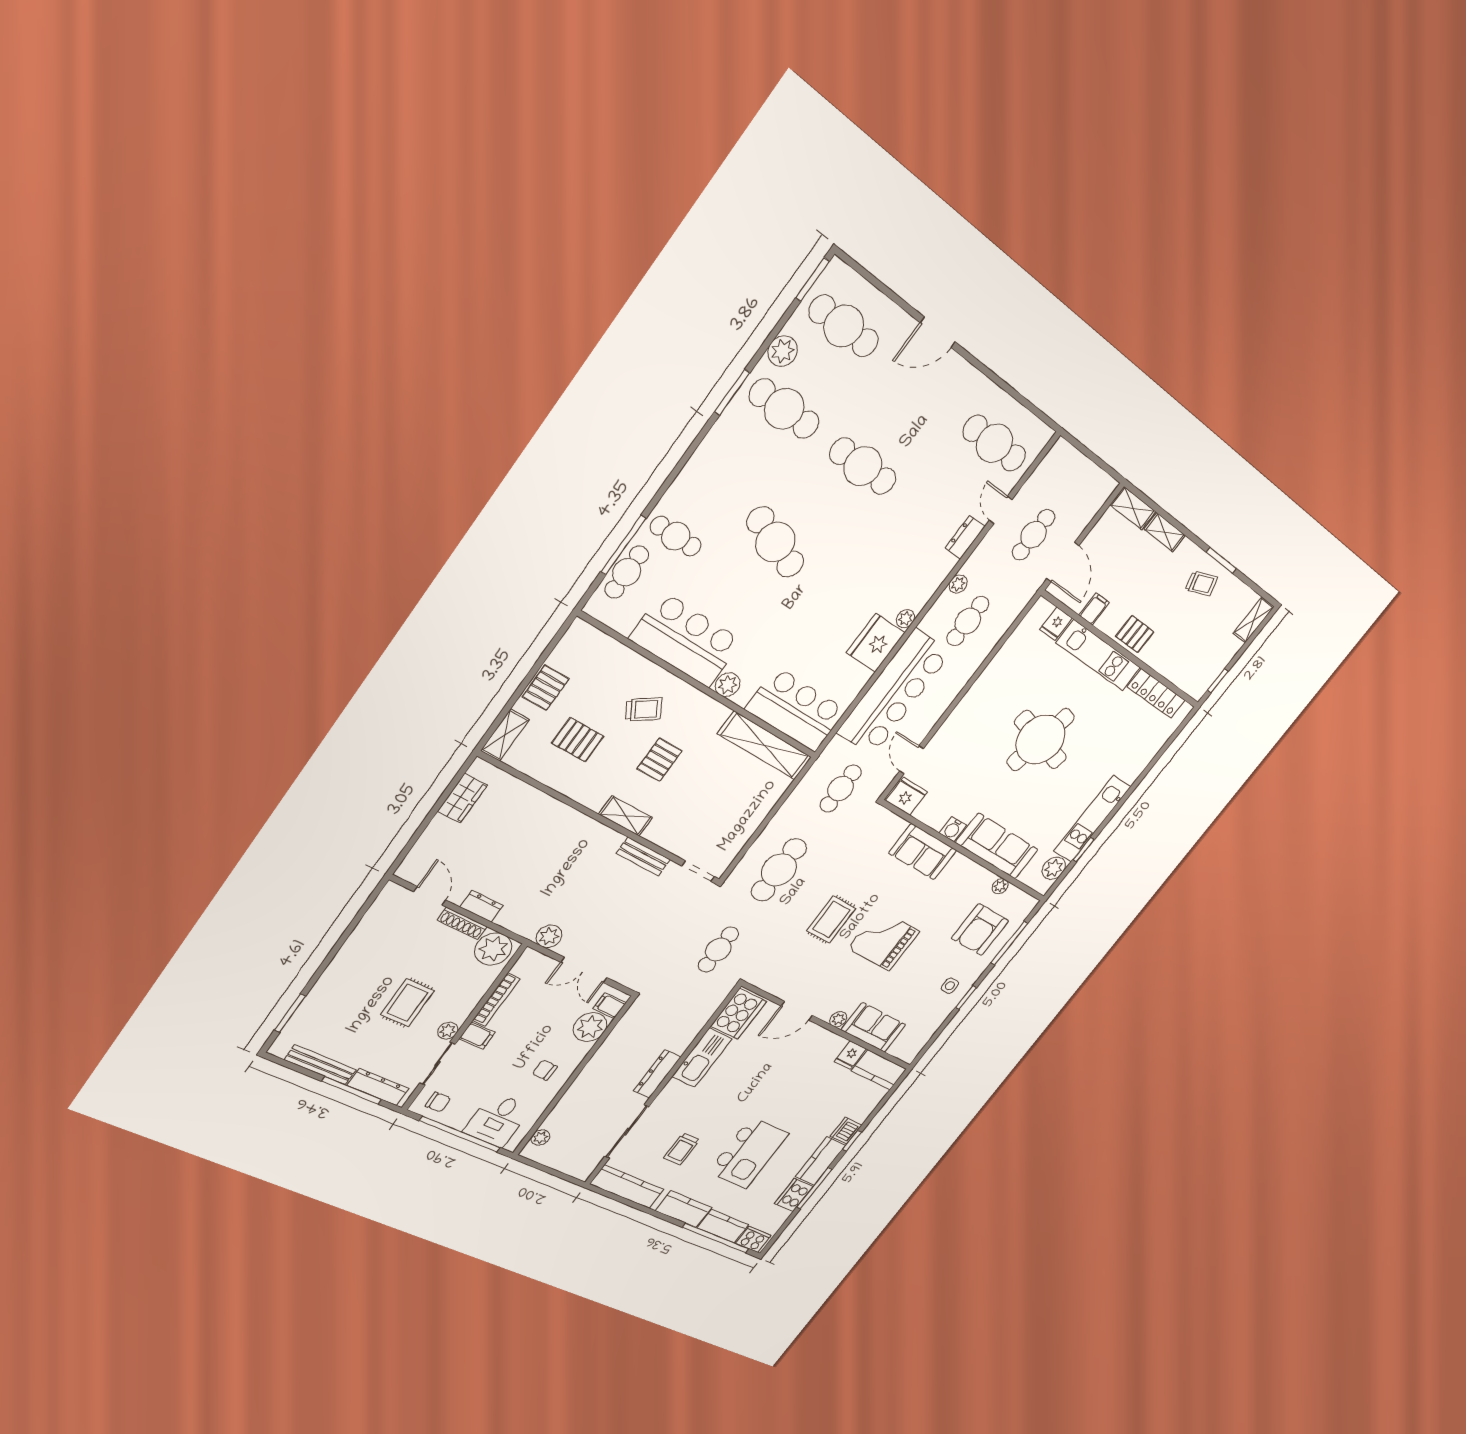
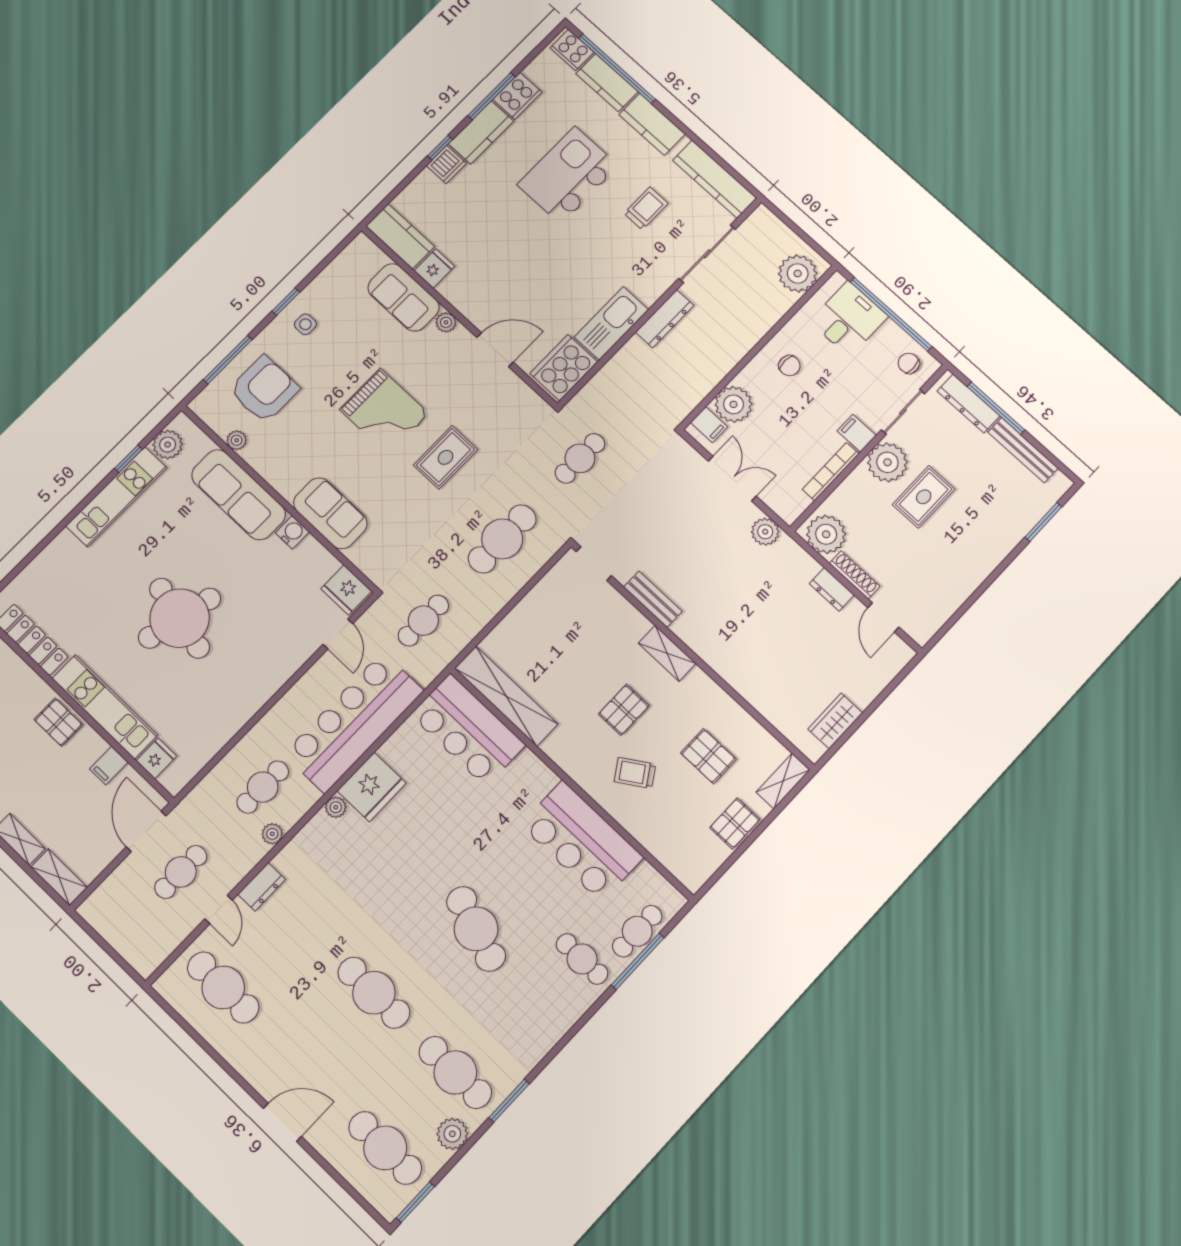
plant: (728, 685) -> (542, 779), removed
plant: (448, 1031) -> (887, 462), width x1.88, depth x1.88
plant: (540, 1138) -> (798, 273), width x1.88, depth x1.88

